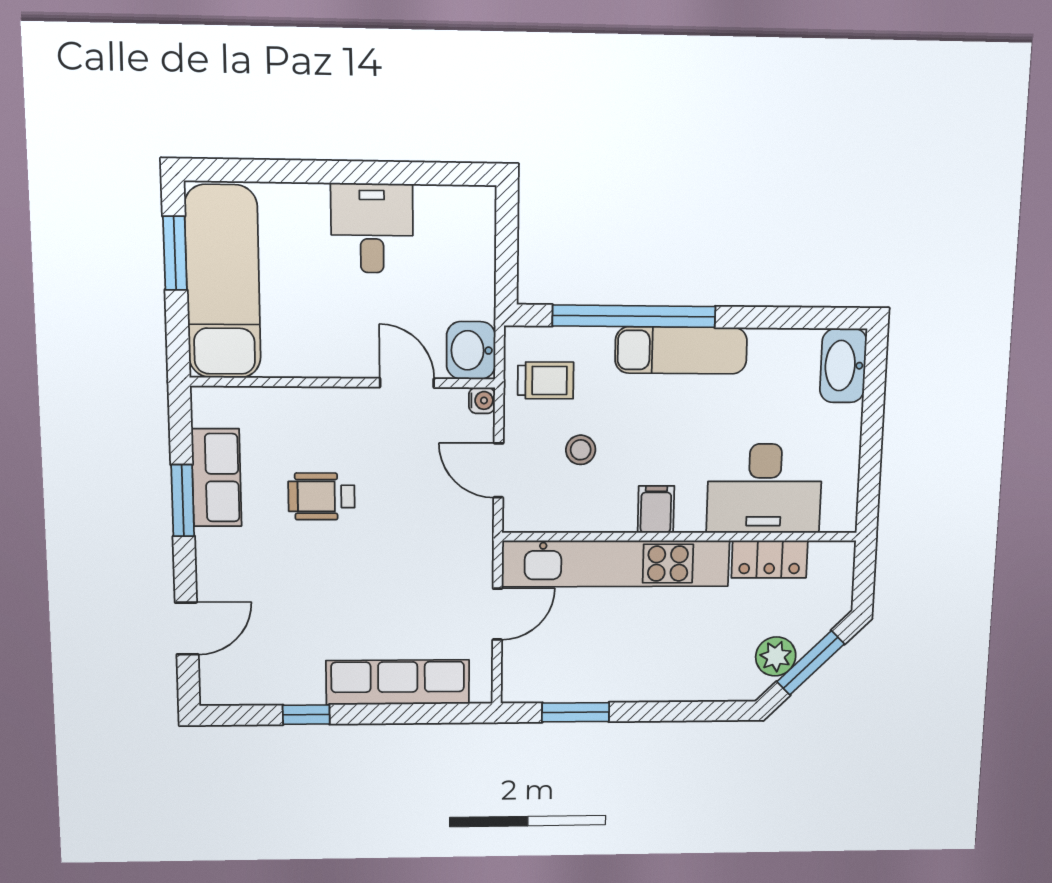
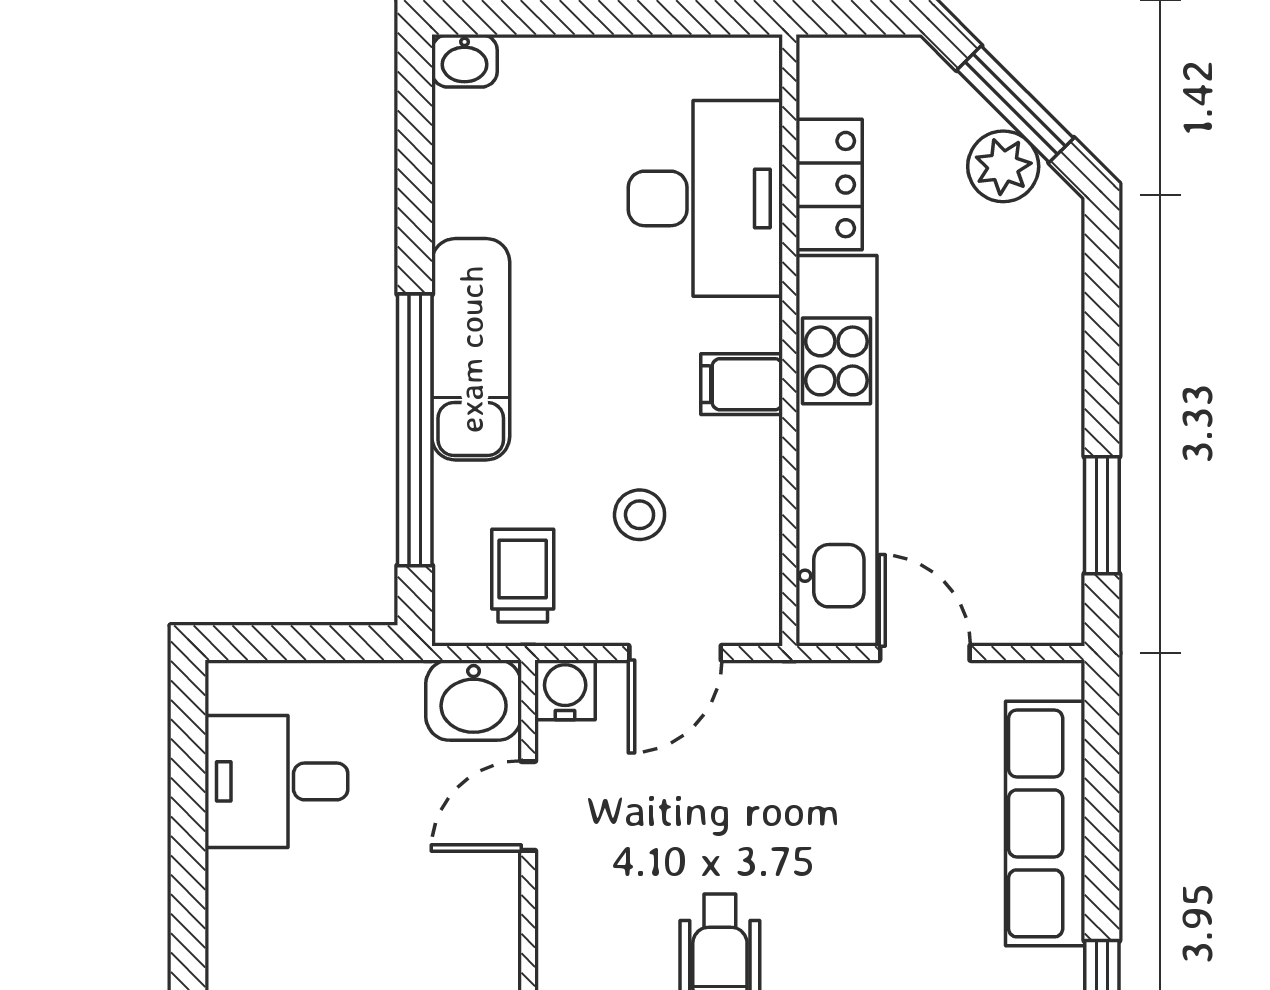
desk: (372, 228) -> (276, 781), moved
washbasin: (843, 366) -> (465, 61), width x0.52, depth x0.69
water cooler: (482, 400) -> (565, 690), width x1.38, depth x1.38

